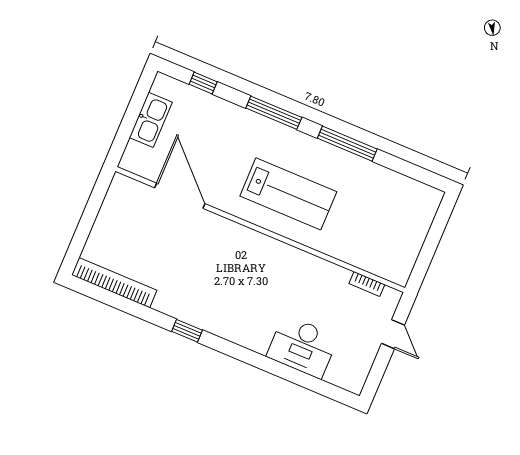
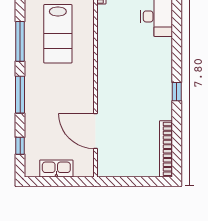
lab bench: (288, 194) -> (58, 34), moved, turned 180
door: (180, 196) -> (96, 131), hinge flipped

